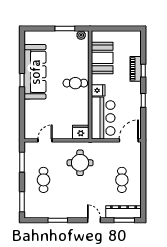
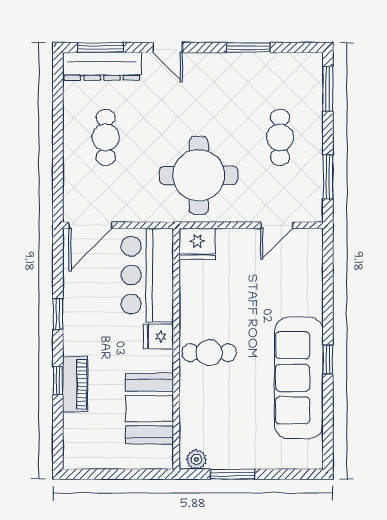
round table: (80, 163) -> (199, 175), width x1.36, depth x1.36

